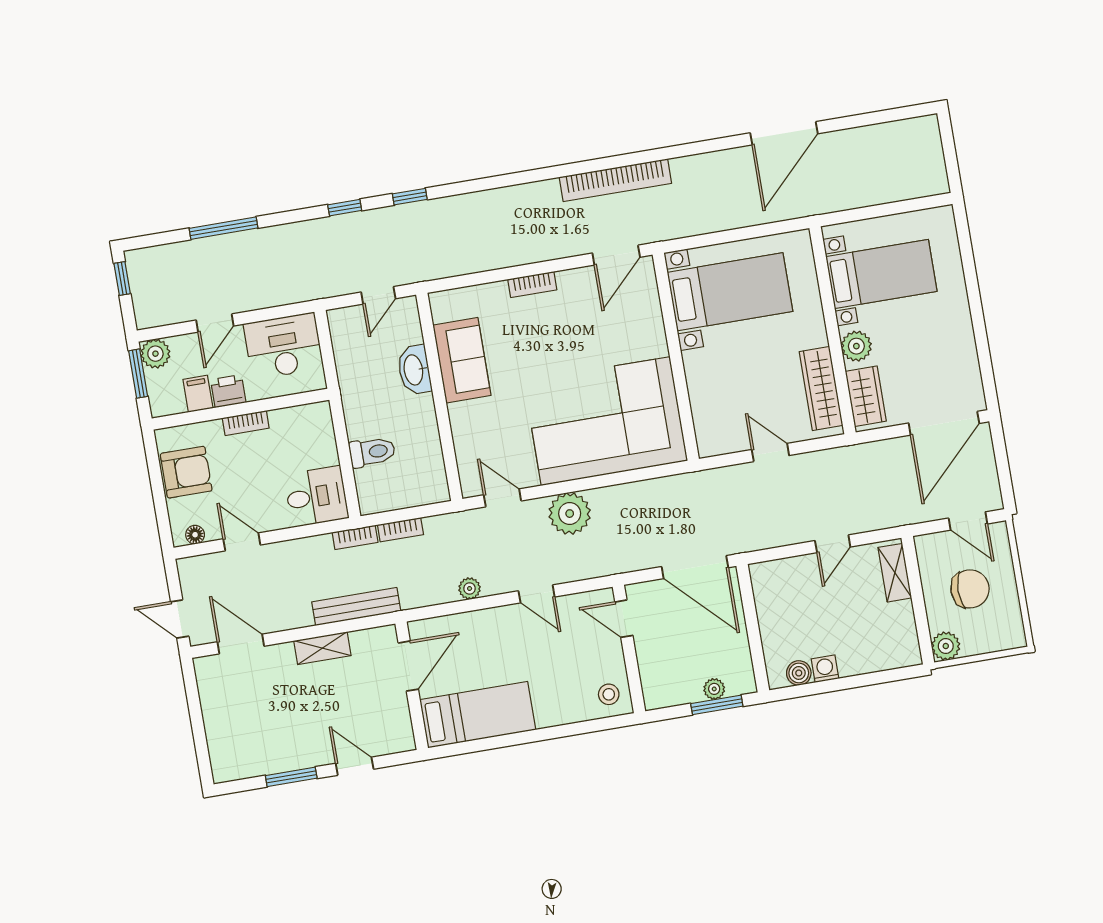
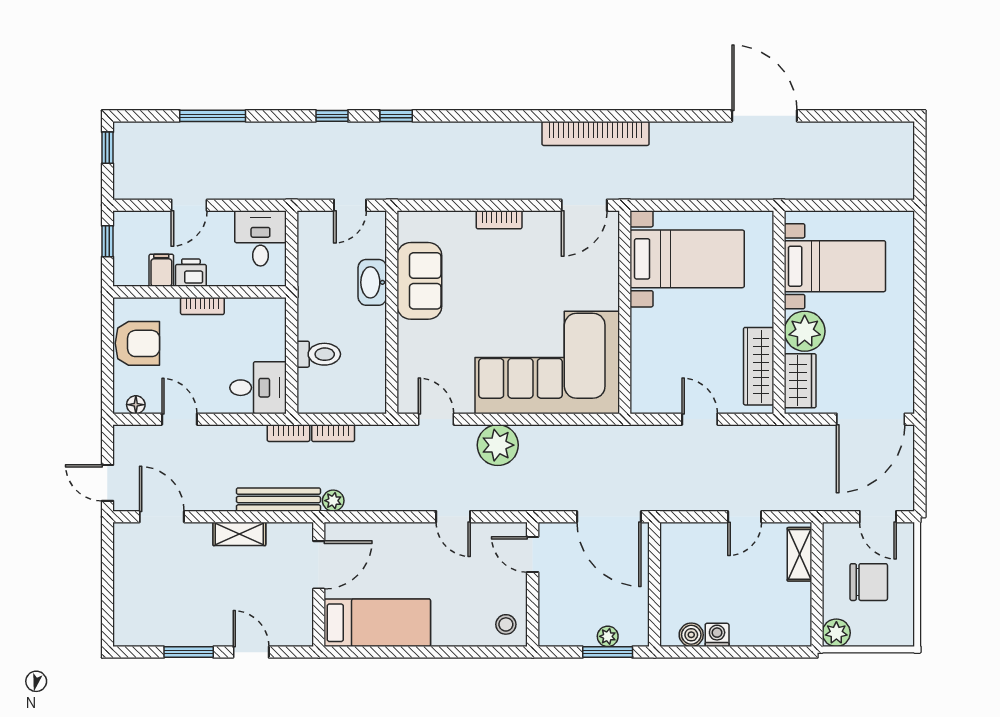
door: (784, 133) -> (764, 116), swing flipped
desk: (283, 346) -> (260, 238), width x0.73
plant: (856, 346) -> (805, 331), width x1.36, depth x1.36
plant: (155, 354) -> (127, 225), removed
window: (138, 374) -> (107, 241), width x0.67
plant: (470, 588) -> (333, 501), moved

